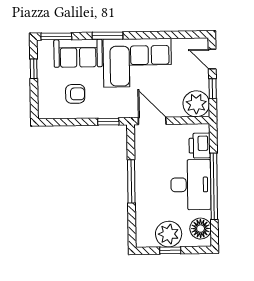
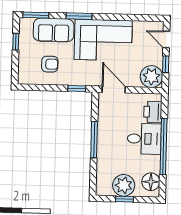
desk: (191, 185) -> (144, 139), width x0.73

